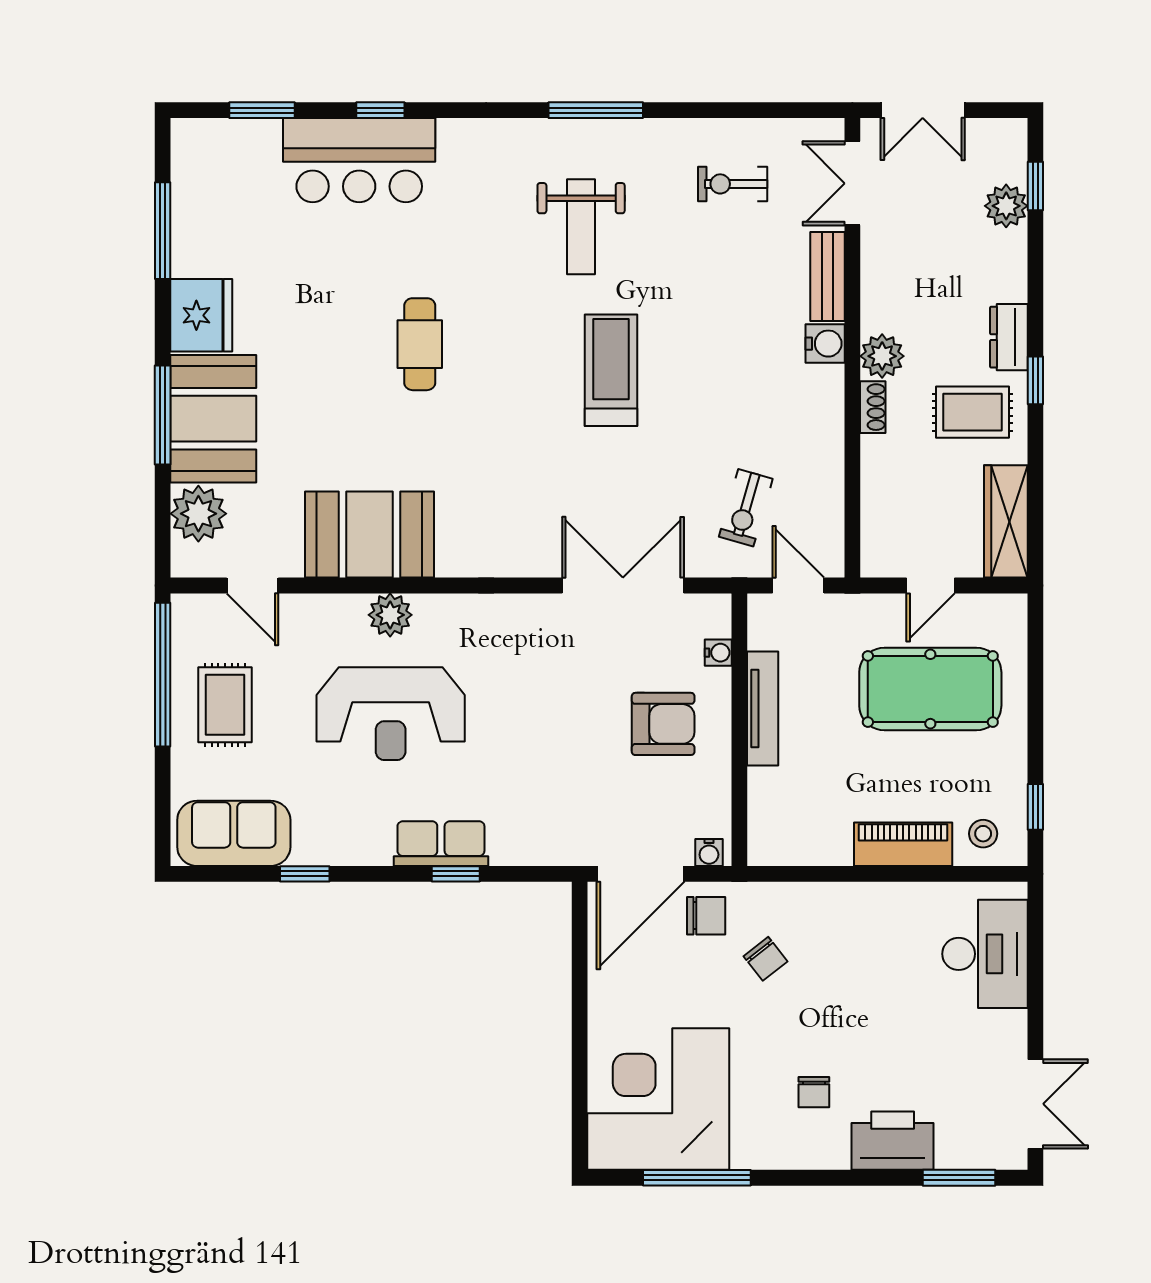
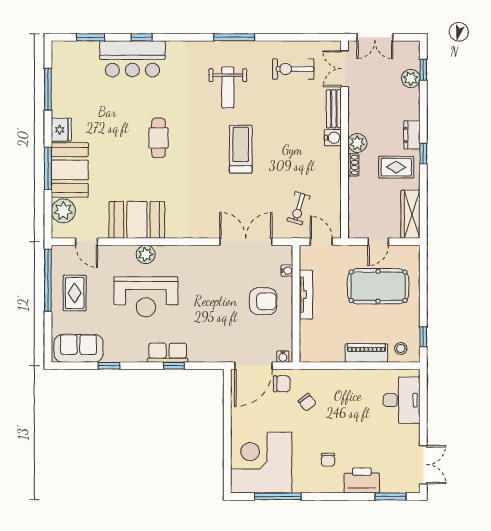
exercise bike: (733, 184) -> (293, 69), width x1.38, depth x1.39
fridge: (201, 315) -> (61, 130), width x0.73, depth x0.75

